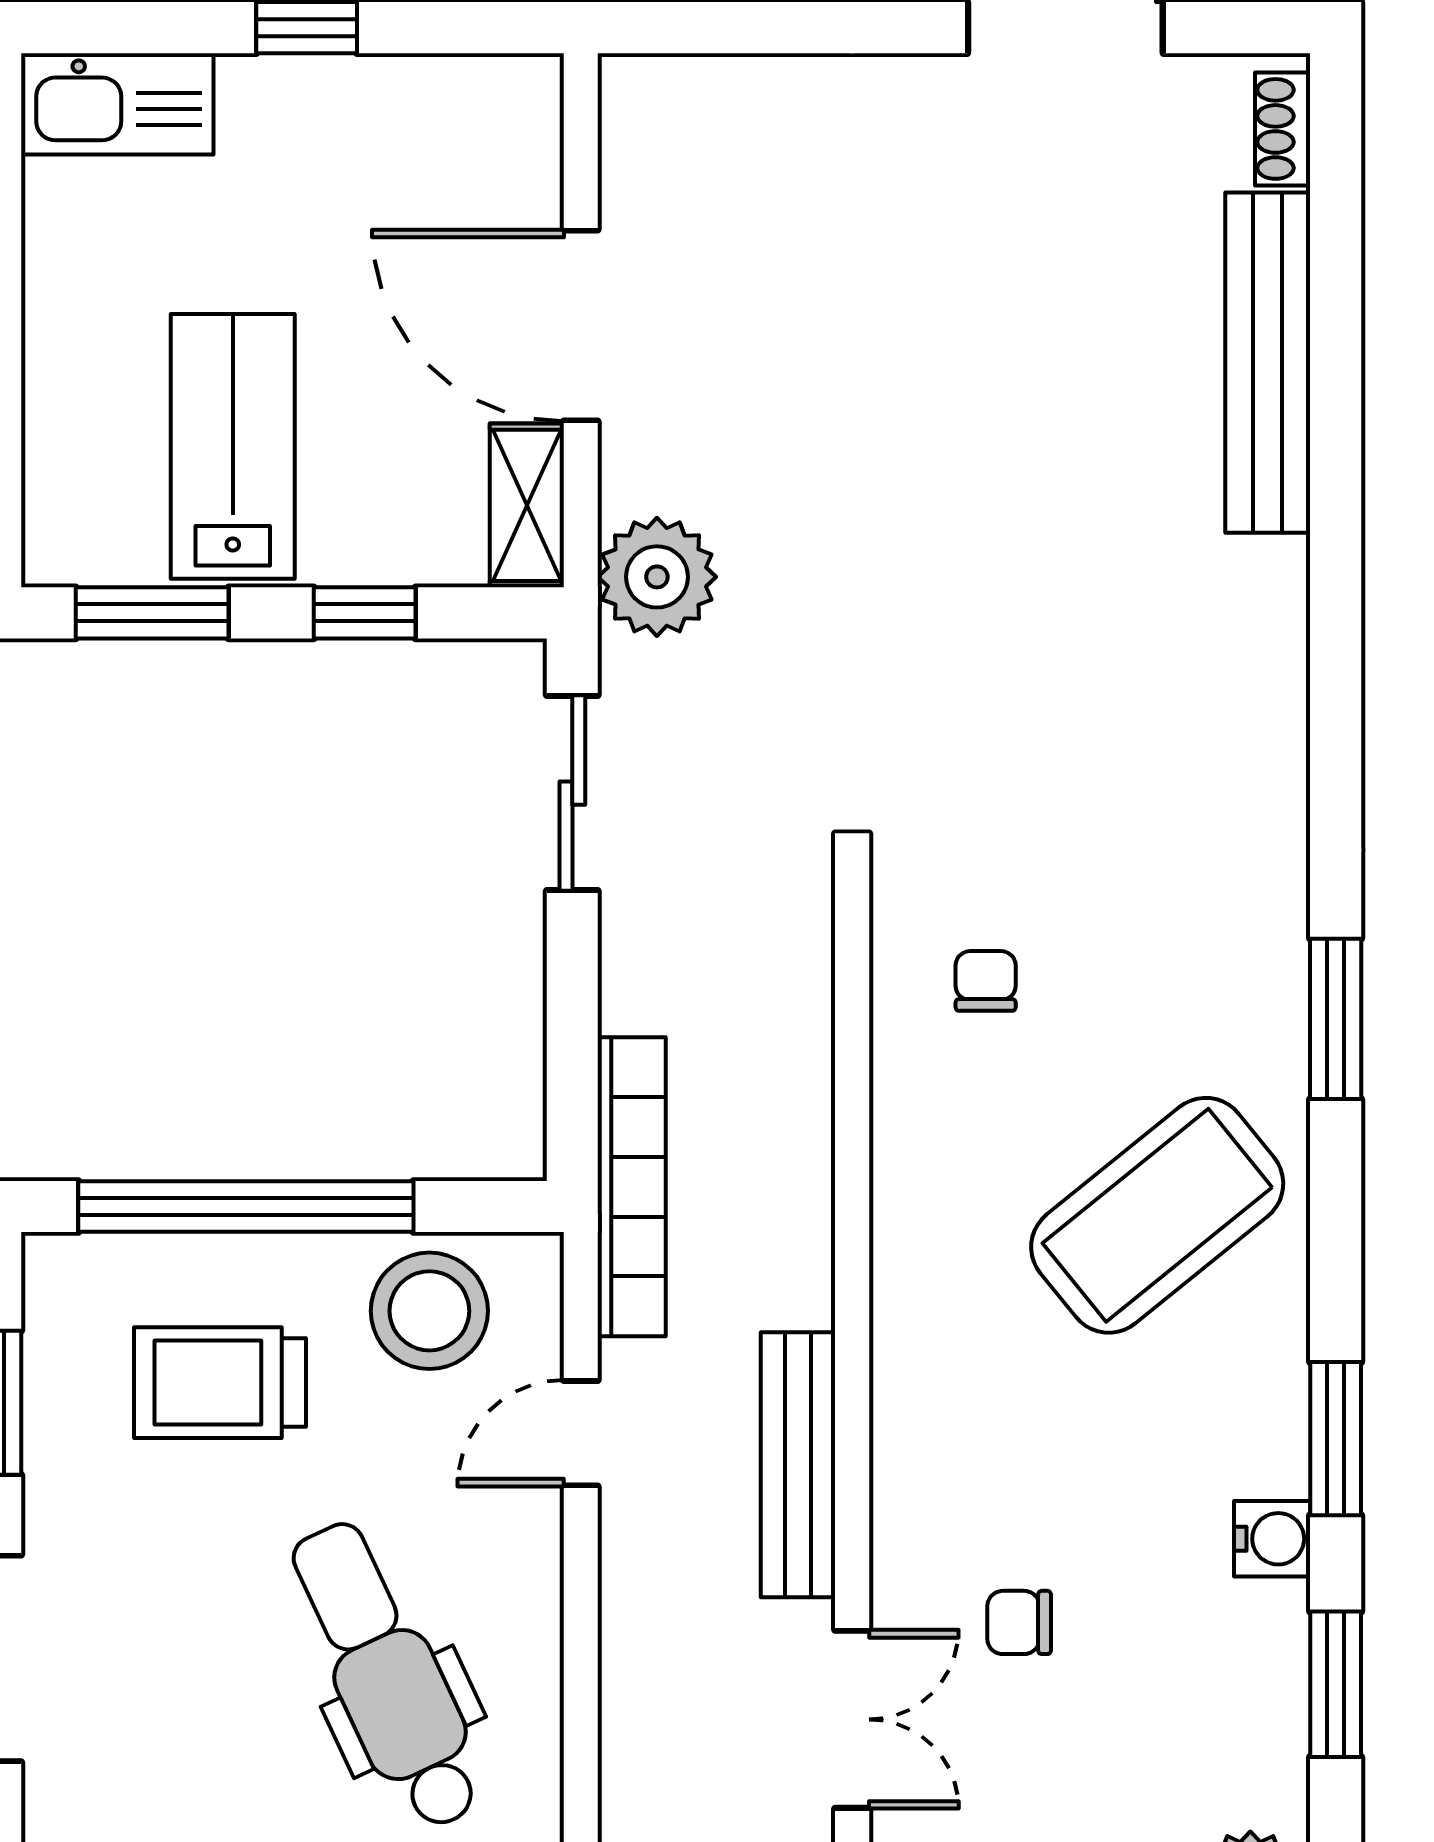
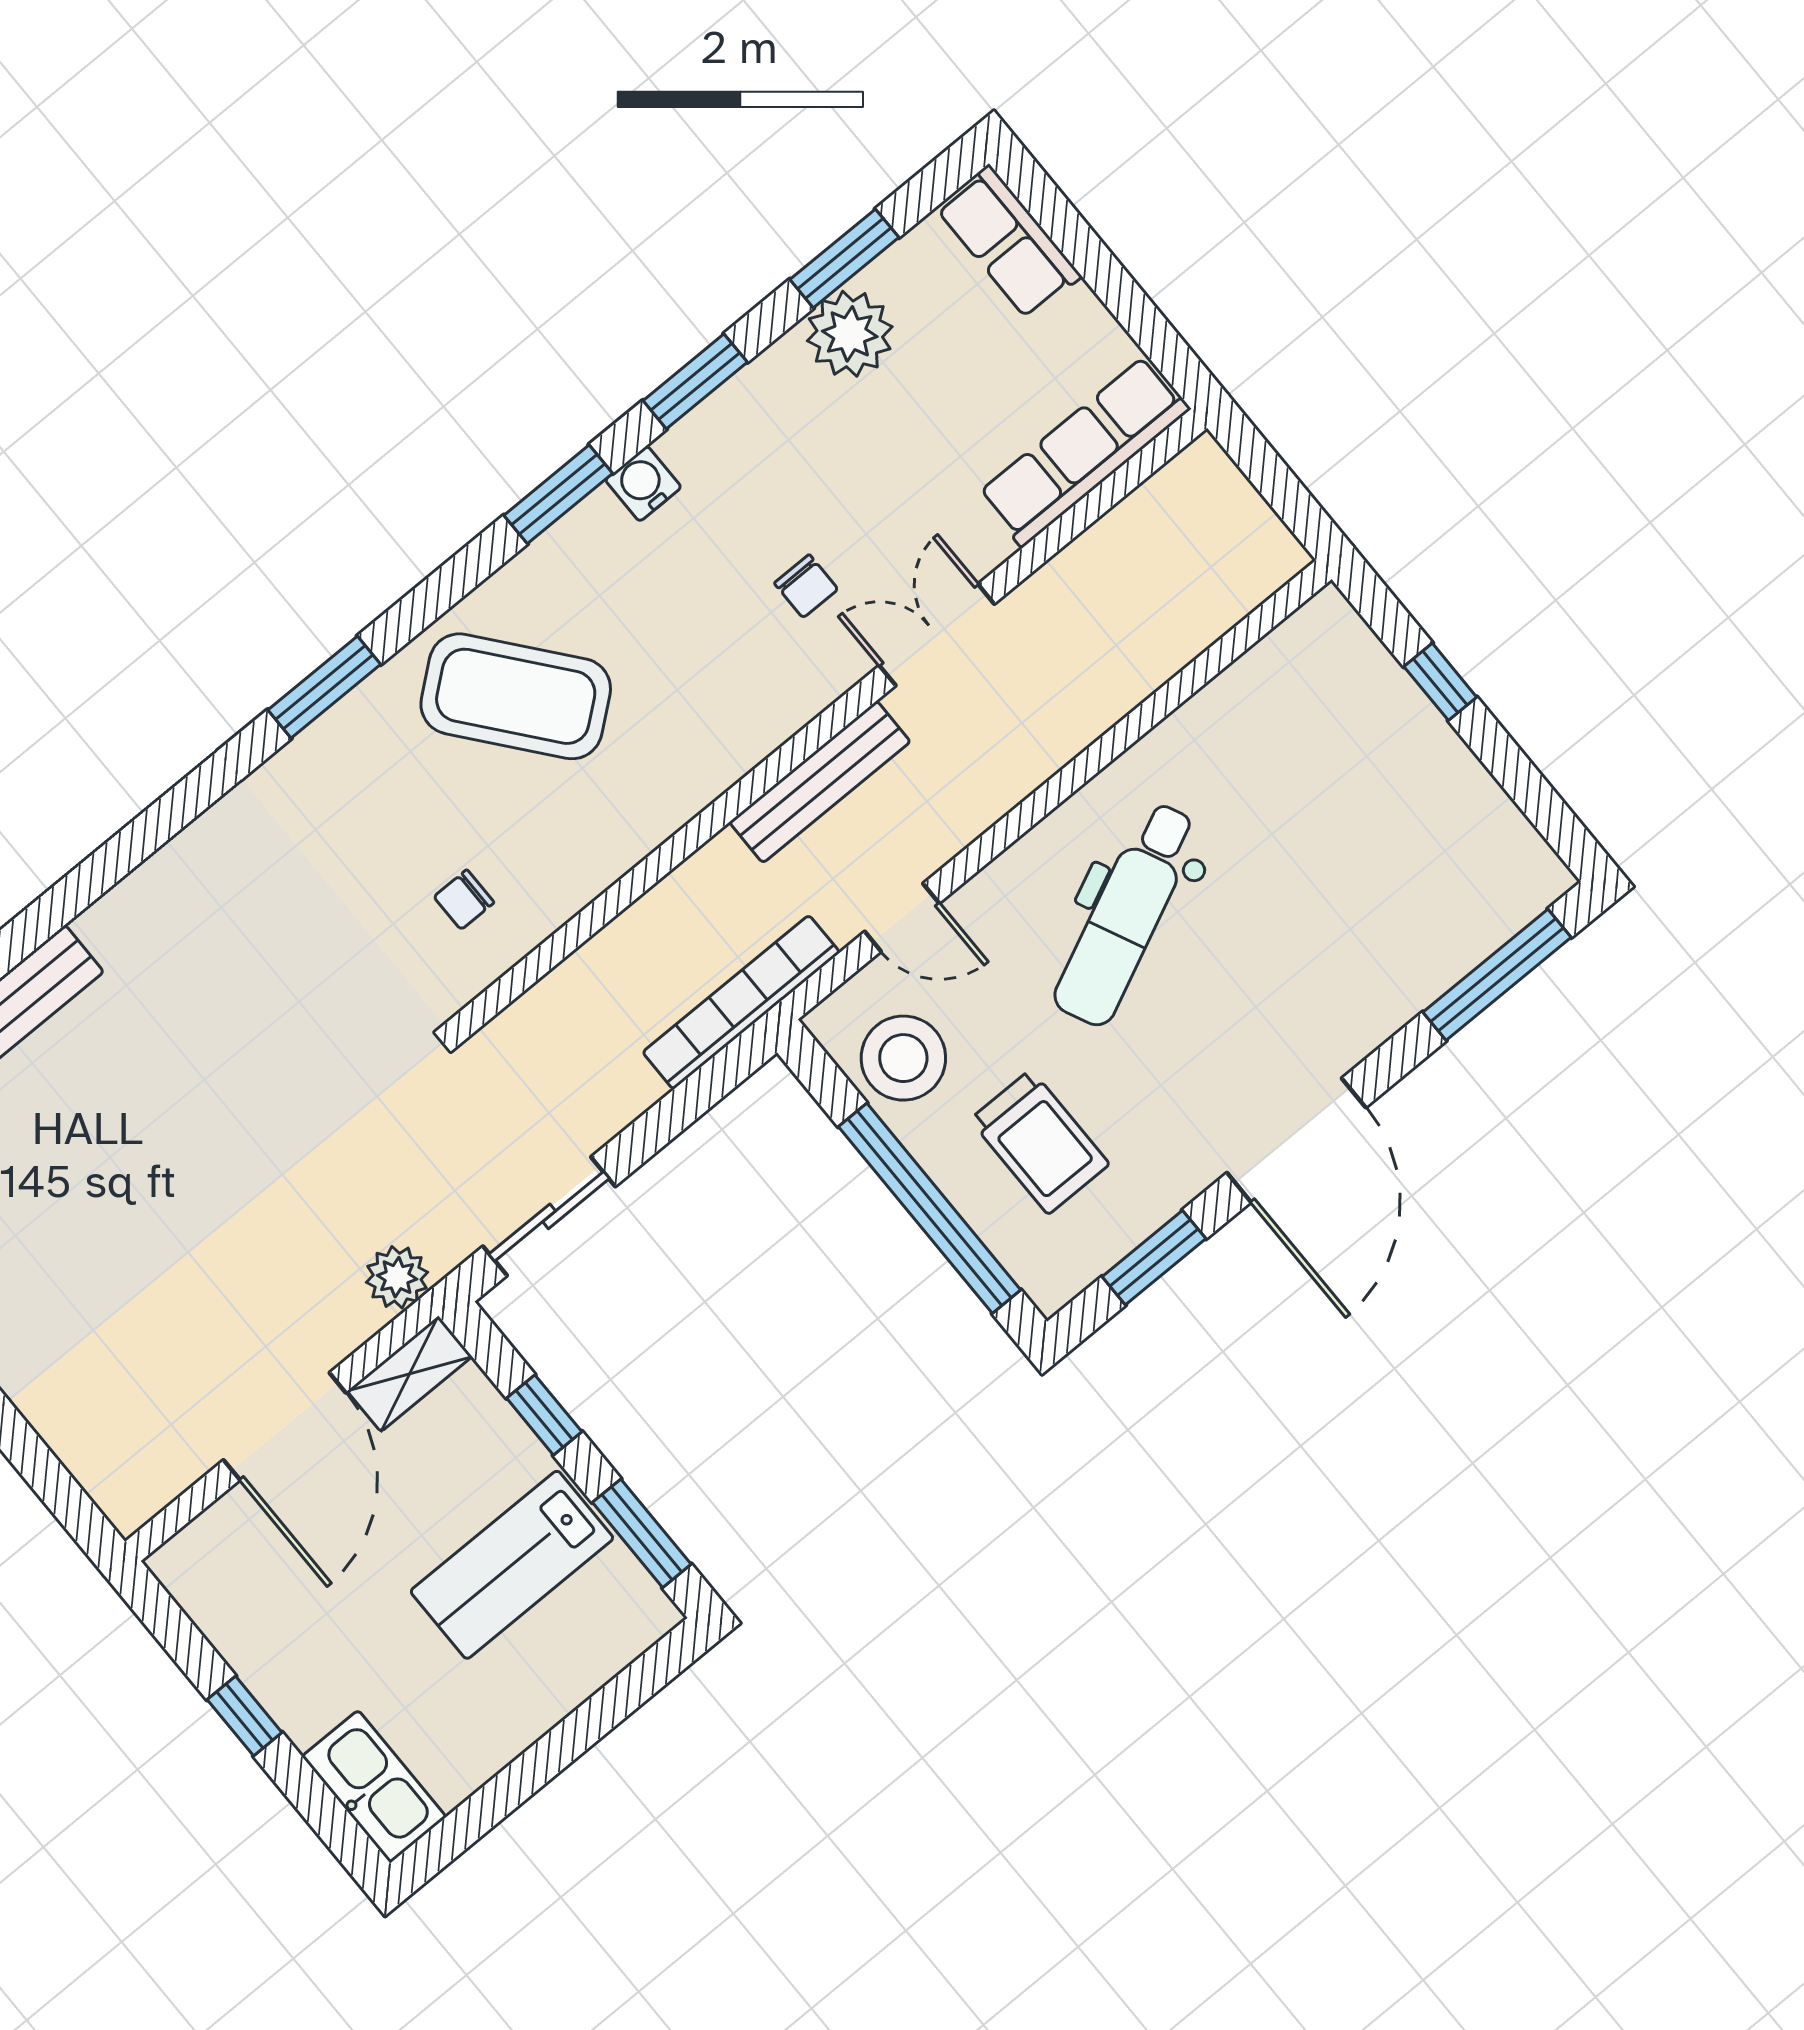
plant: (657, 577) -> (397, 1277), width x0.73, depth x0.73

